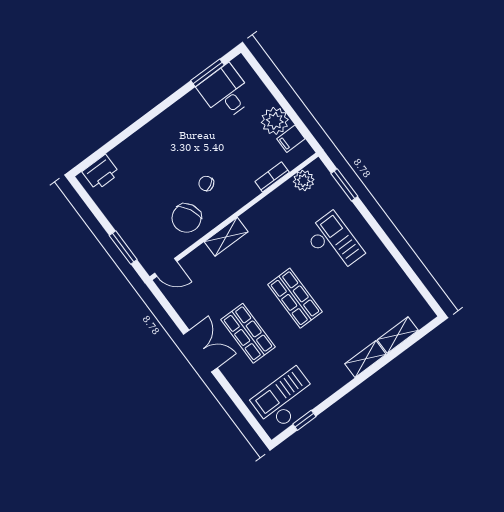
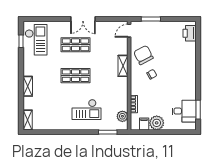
shelving: (398, 335) -> (28, 120), moved

